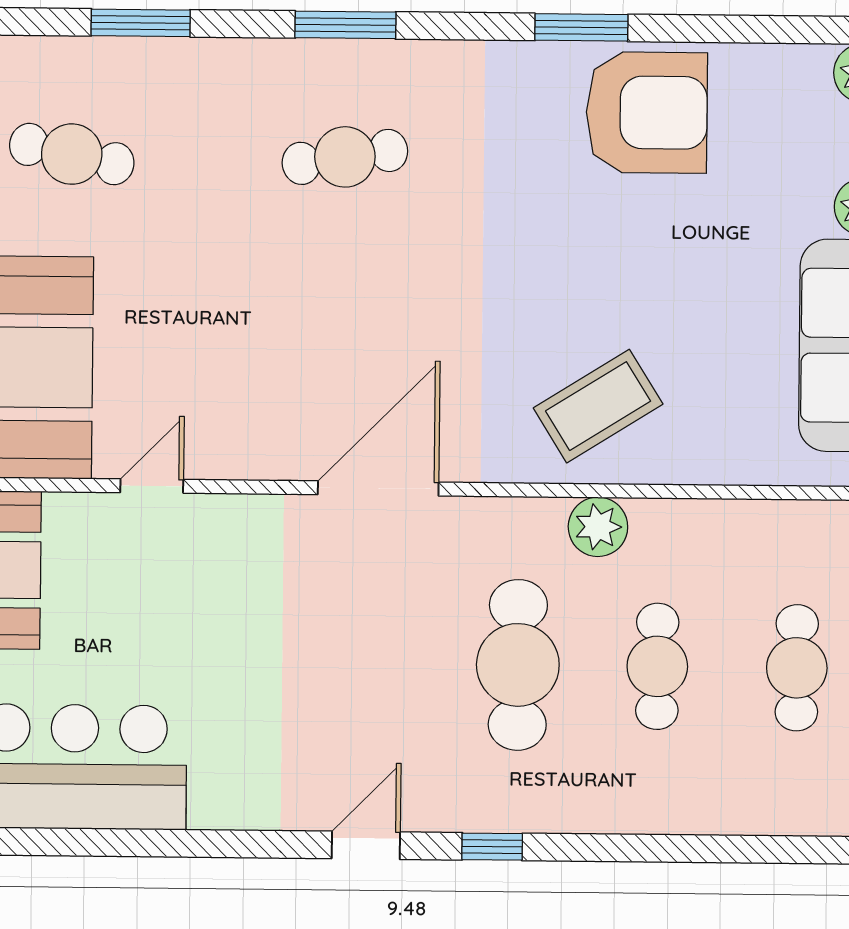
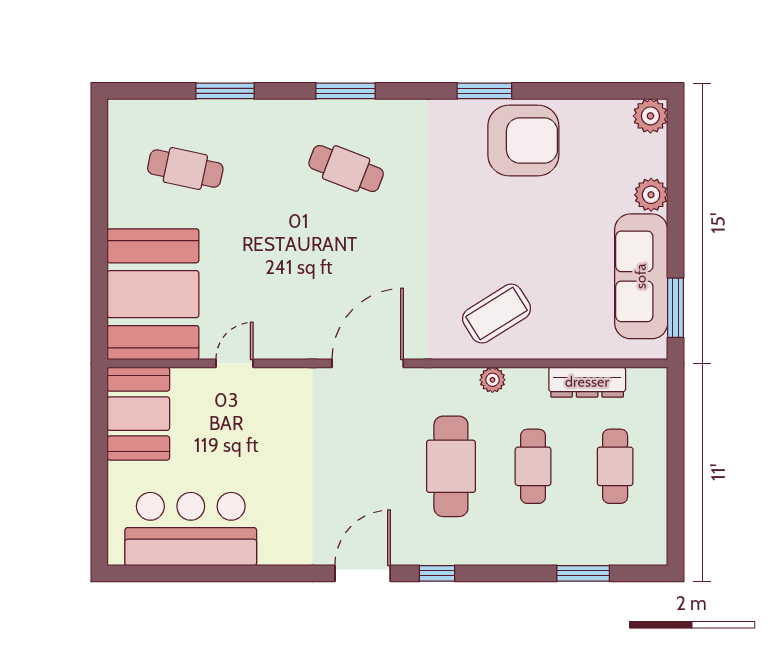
cafe table: (345, 157) -> (346, 168), turned 30
dresser: (751, 524) -> (587, 382), added
plant: (598, 527) -> (492, 380), width x0.73, depth x0.73
door: (366, 845) -> (363, 573), width x1.38
window: (741, 849) -> (583, 573), added

